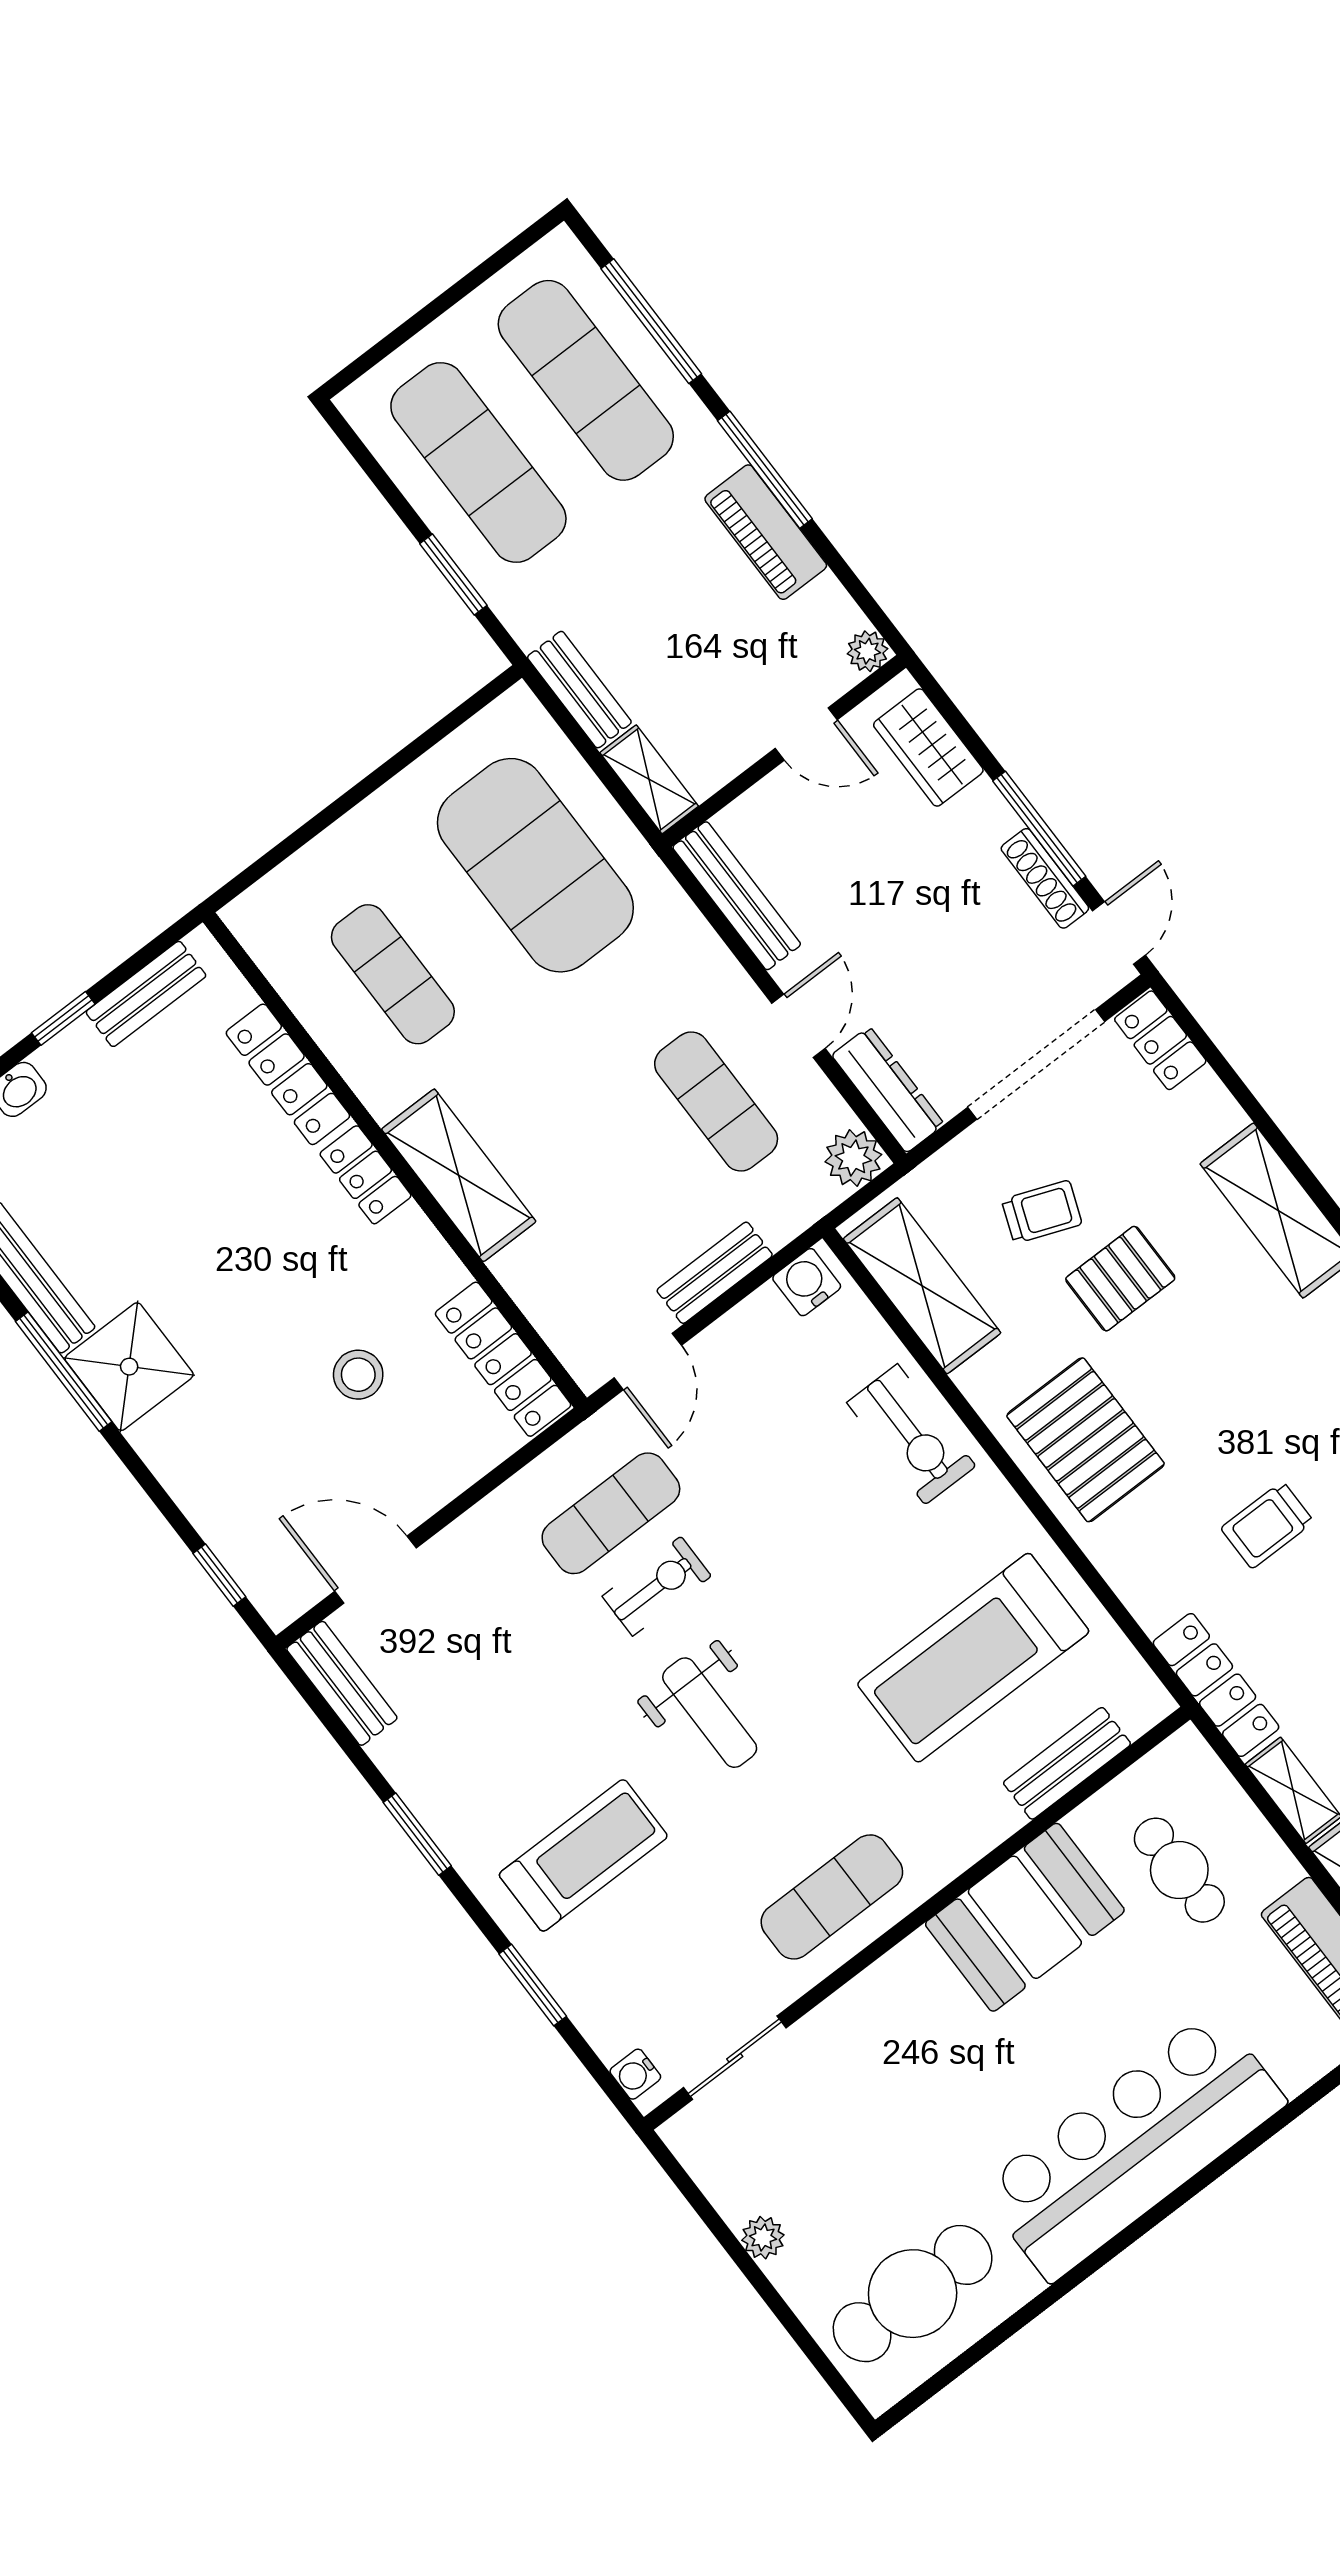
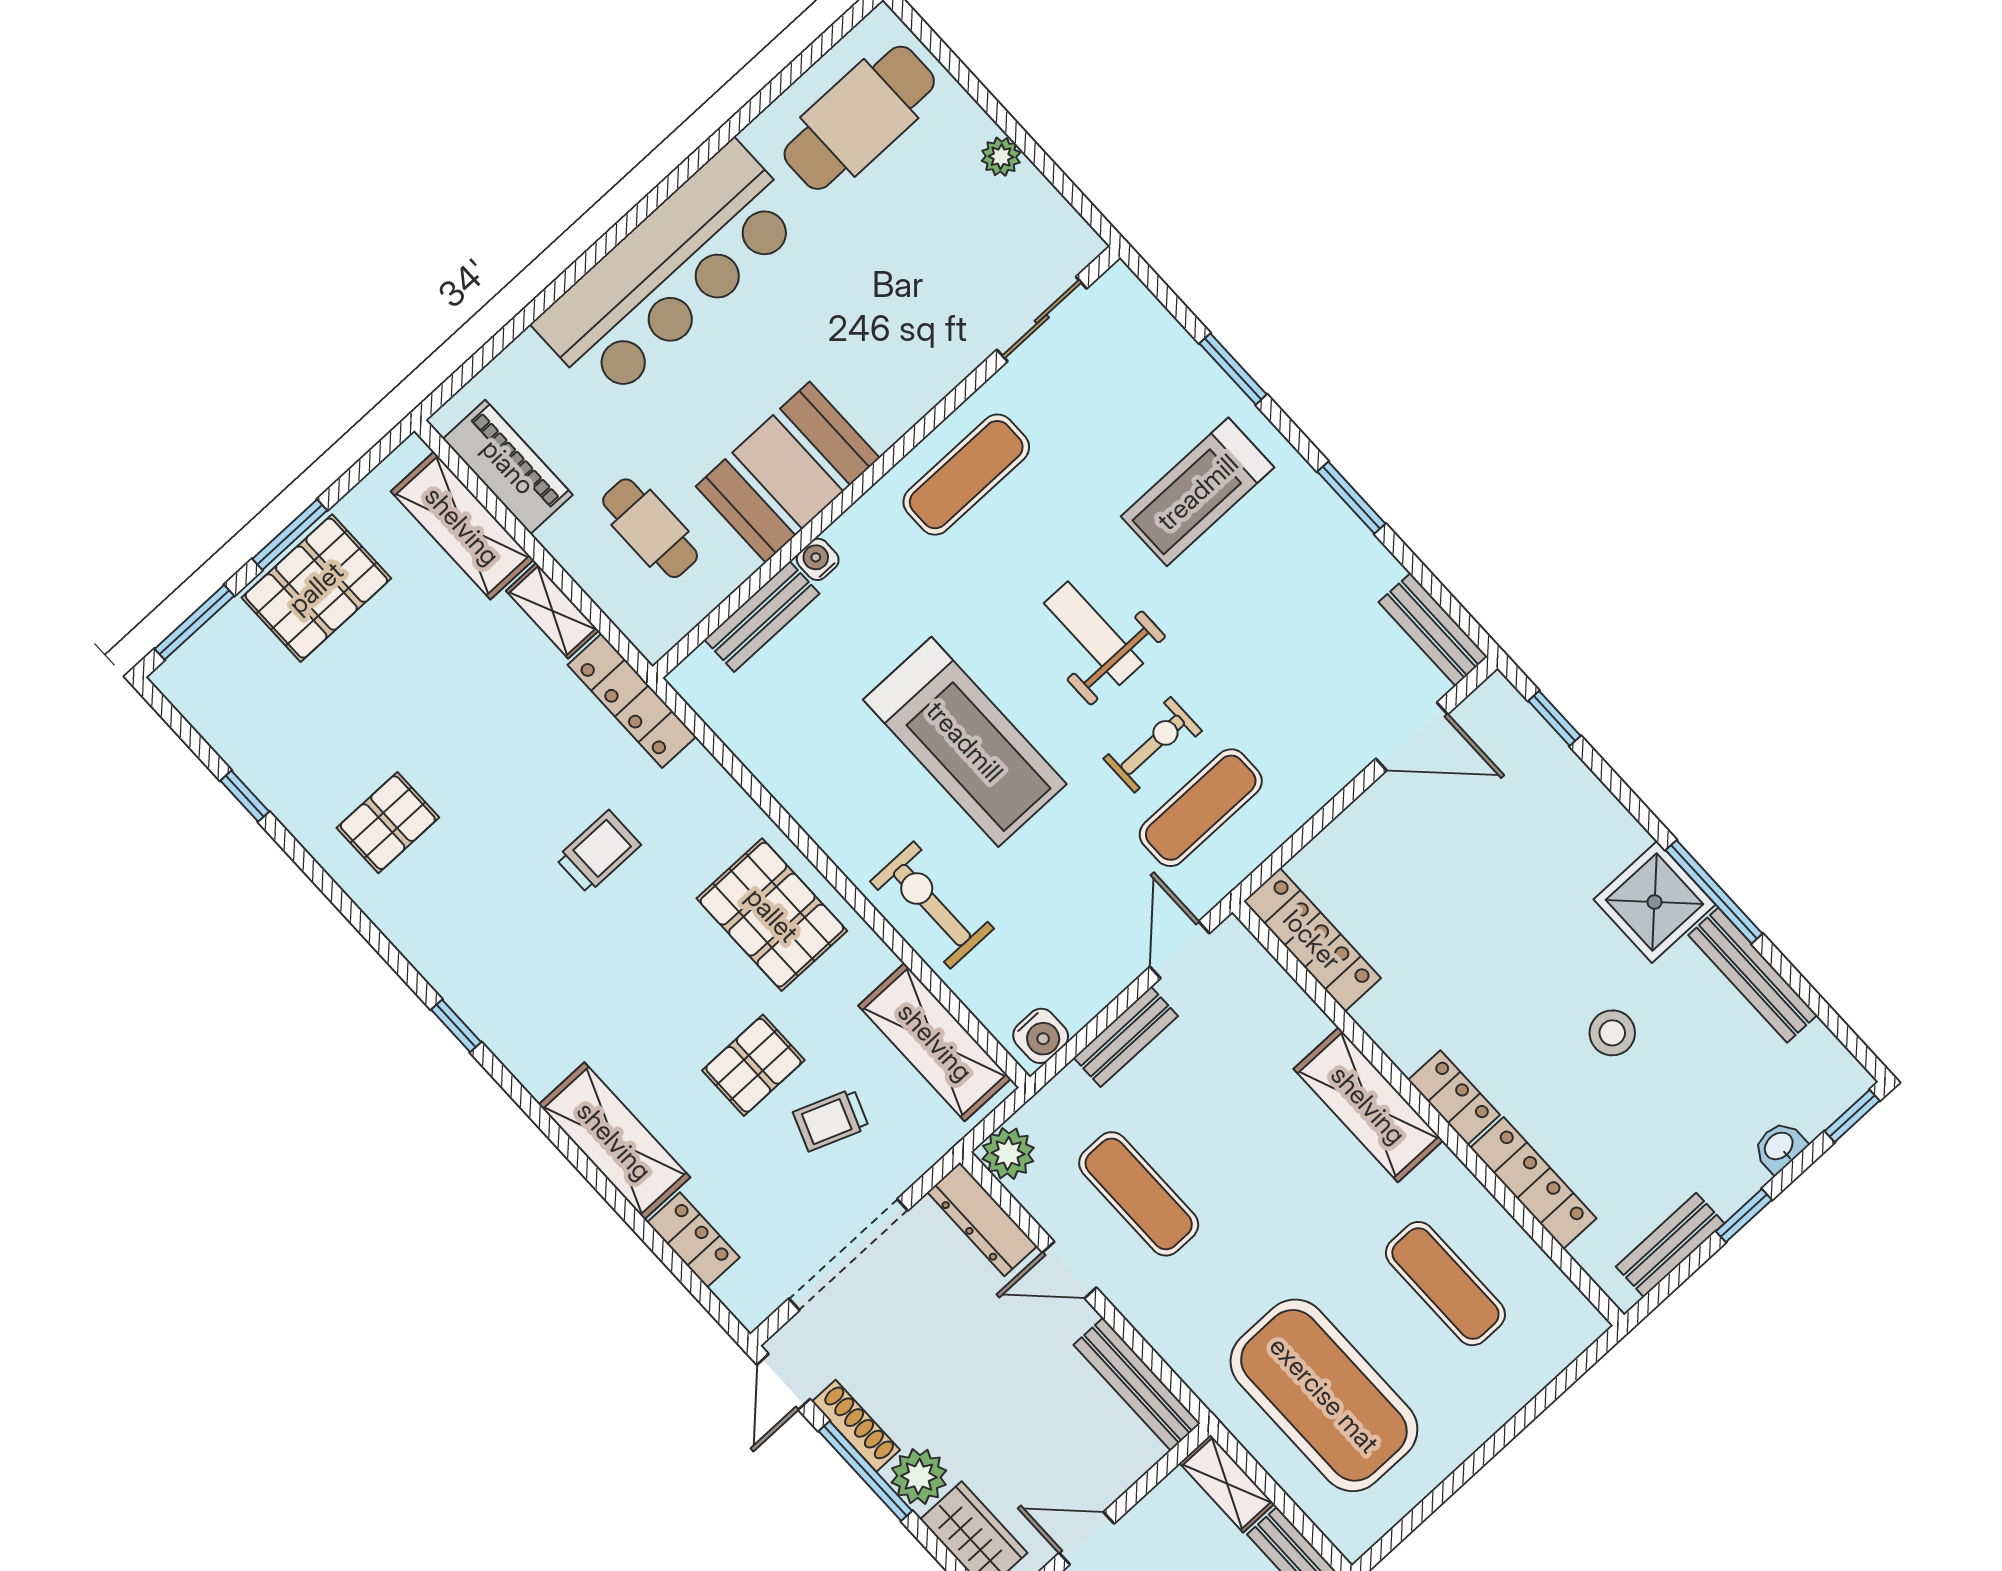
plant: (982, 817) -> (919, 1477), added
door: (799, 1026) -> (1069, 1270), hinge flipped
locker: (1160, 1040) -> (693, 1240), moved
stool: (358, 1375) -> (1612, 1033), moved
exercise bike: (657, 1586) -> (1153, 745), turned 180
treadmill: (973, 1658) -> (965, 742), moved, turned 90
water cooler: (635, 2074) -> (818, 559), moved, turned -90

